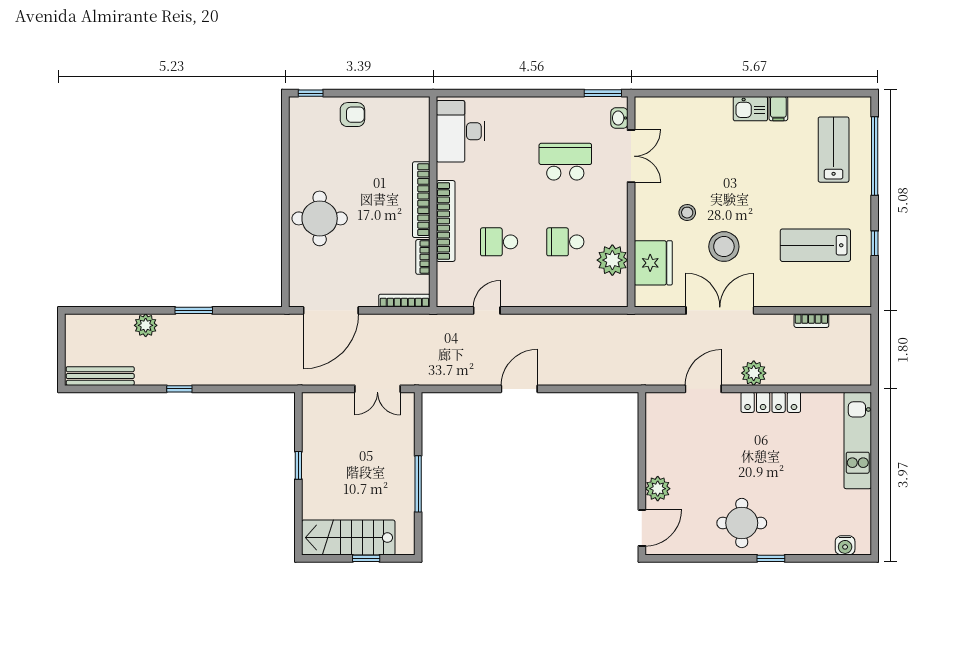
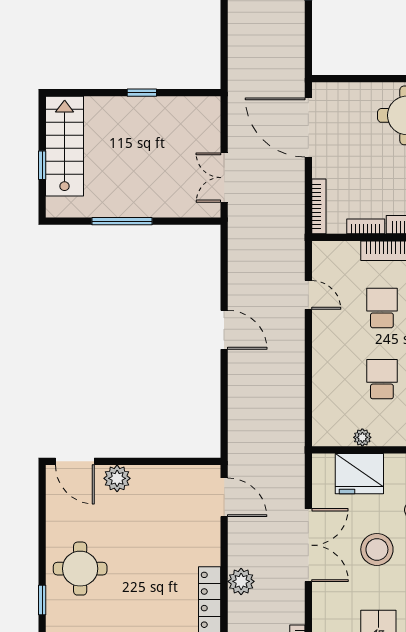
plant: (612, 260) -> (362, 437), width x0.53, depth x0.53
door: (703, 389) -> (224, 497), moved

